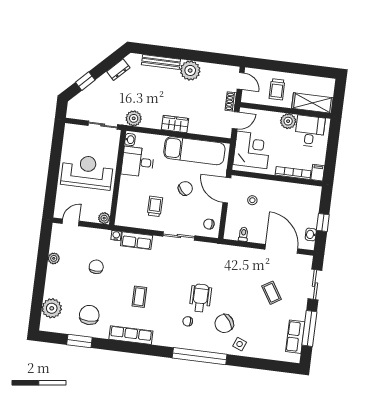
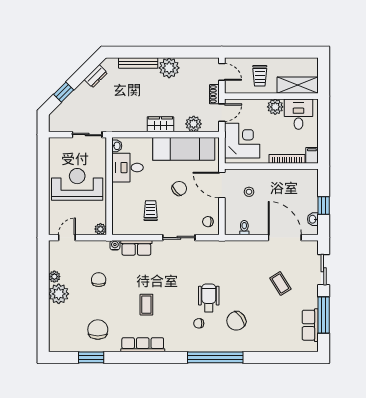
plant: (134, 118) -> (194, 124), moved
plant: (52, 308) -> (59, 294), moved
side table: (240, 344) -> (255, 340), removed

